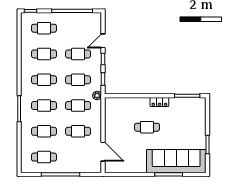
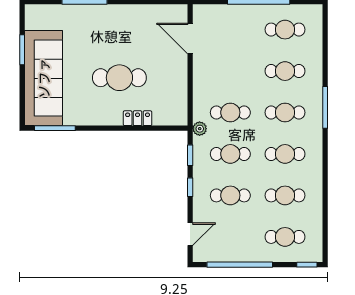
door: (103, 41) -> (190, 234), moved
locker: (159, 102) -> (138, 118), moved
cafe table: (147, 127) -> (119, 78), width x1.37, depth x1.35
cafe table: (78, 131) -> (230, 71), removed
sofa: (176, 161) -> (44, 78), moved, turned -90

